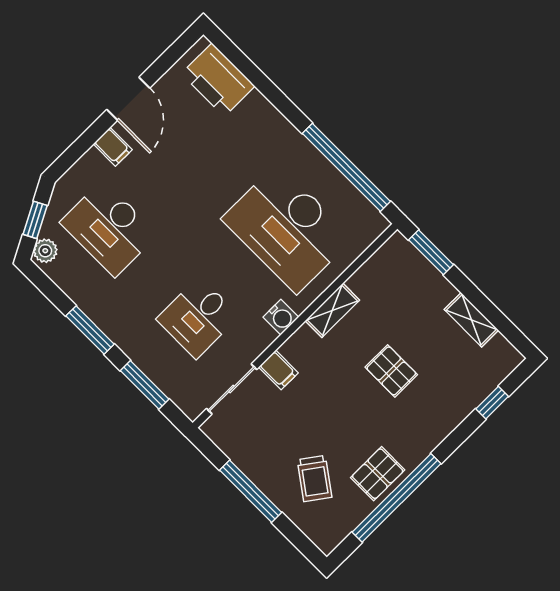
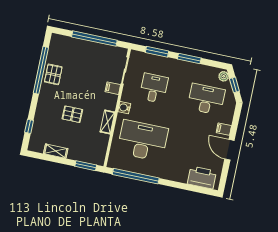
trolley: (315, 479) -> (75, 58), removed
window: (251, 491) -> (94, 39), width x1.46

